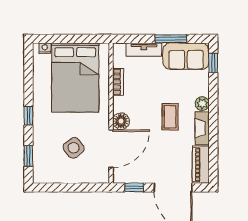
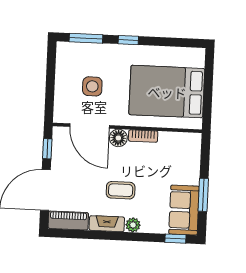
nightstand: (45, 48) -> (199, 61), removed
tv unit: (144, 50) -> (193, 166), removed
bookcase: (118, 82) -> (143, 136), moved
side table: (74, 148) -> (92, 86), turned 37
window: (28, 156) -> (86, 38), width x1.50

